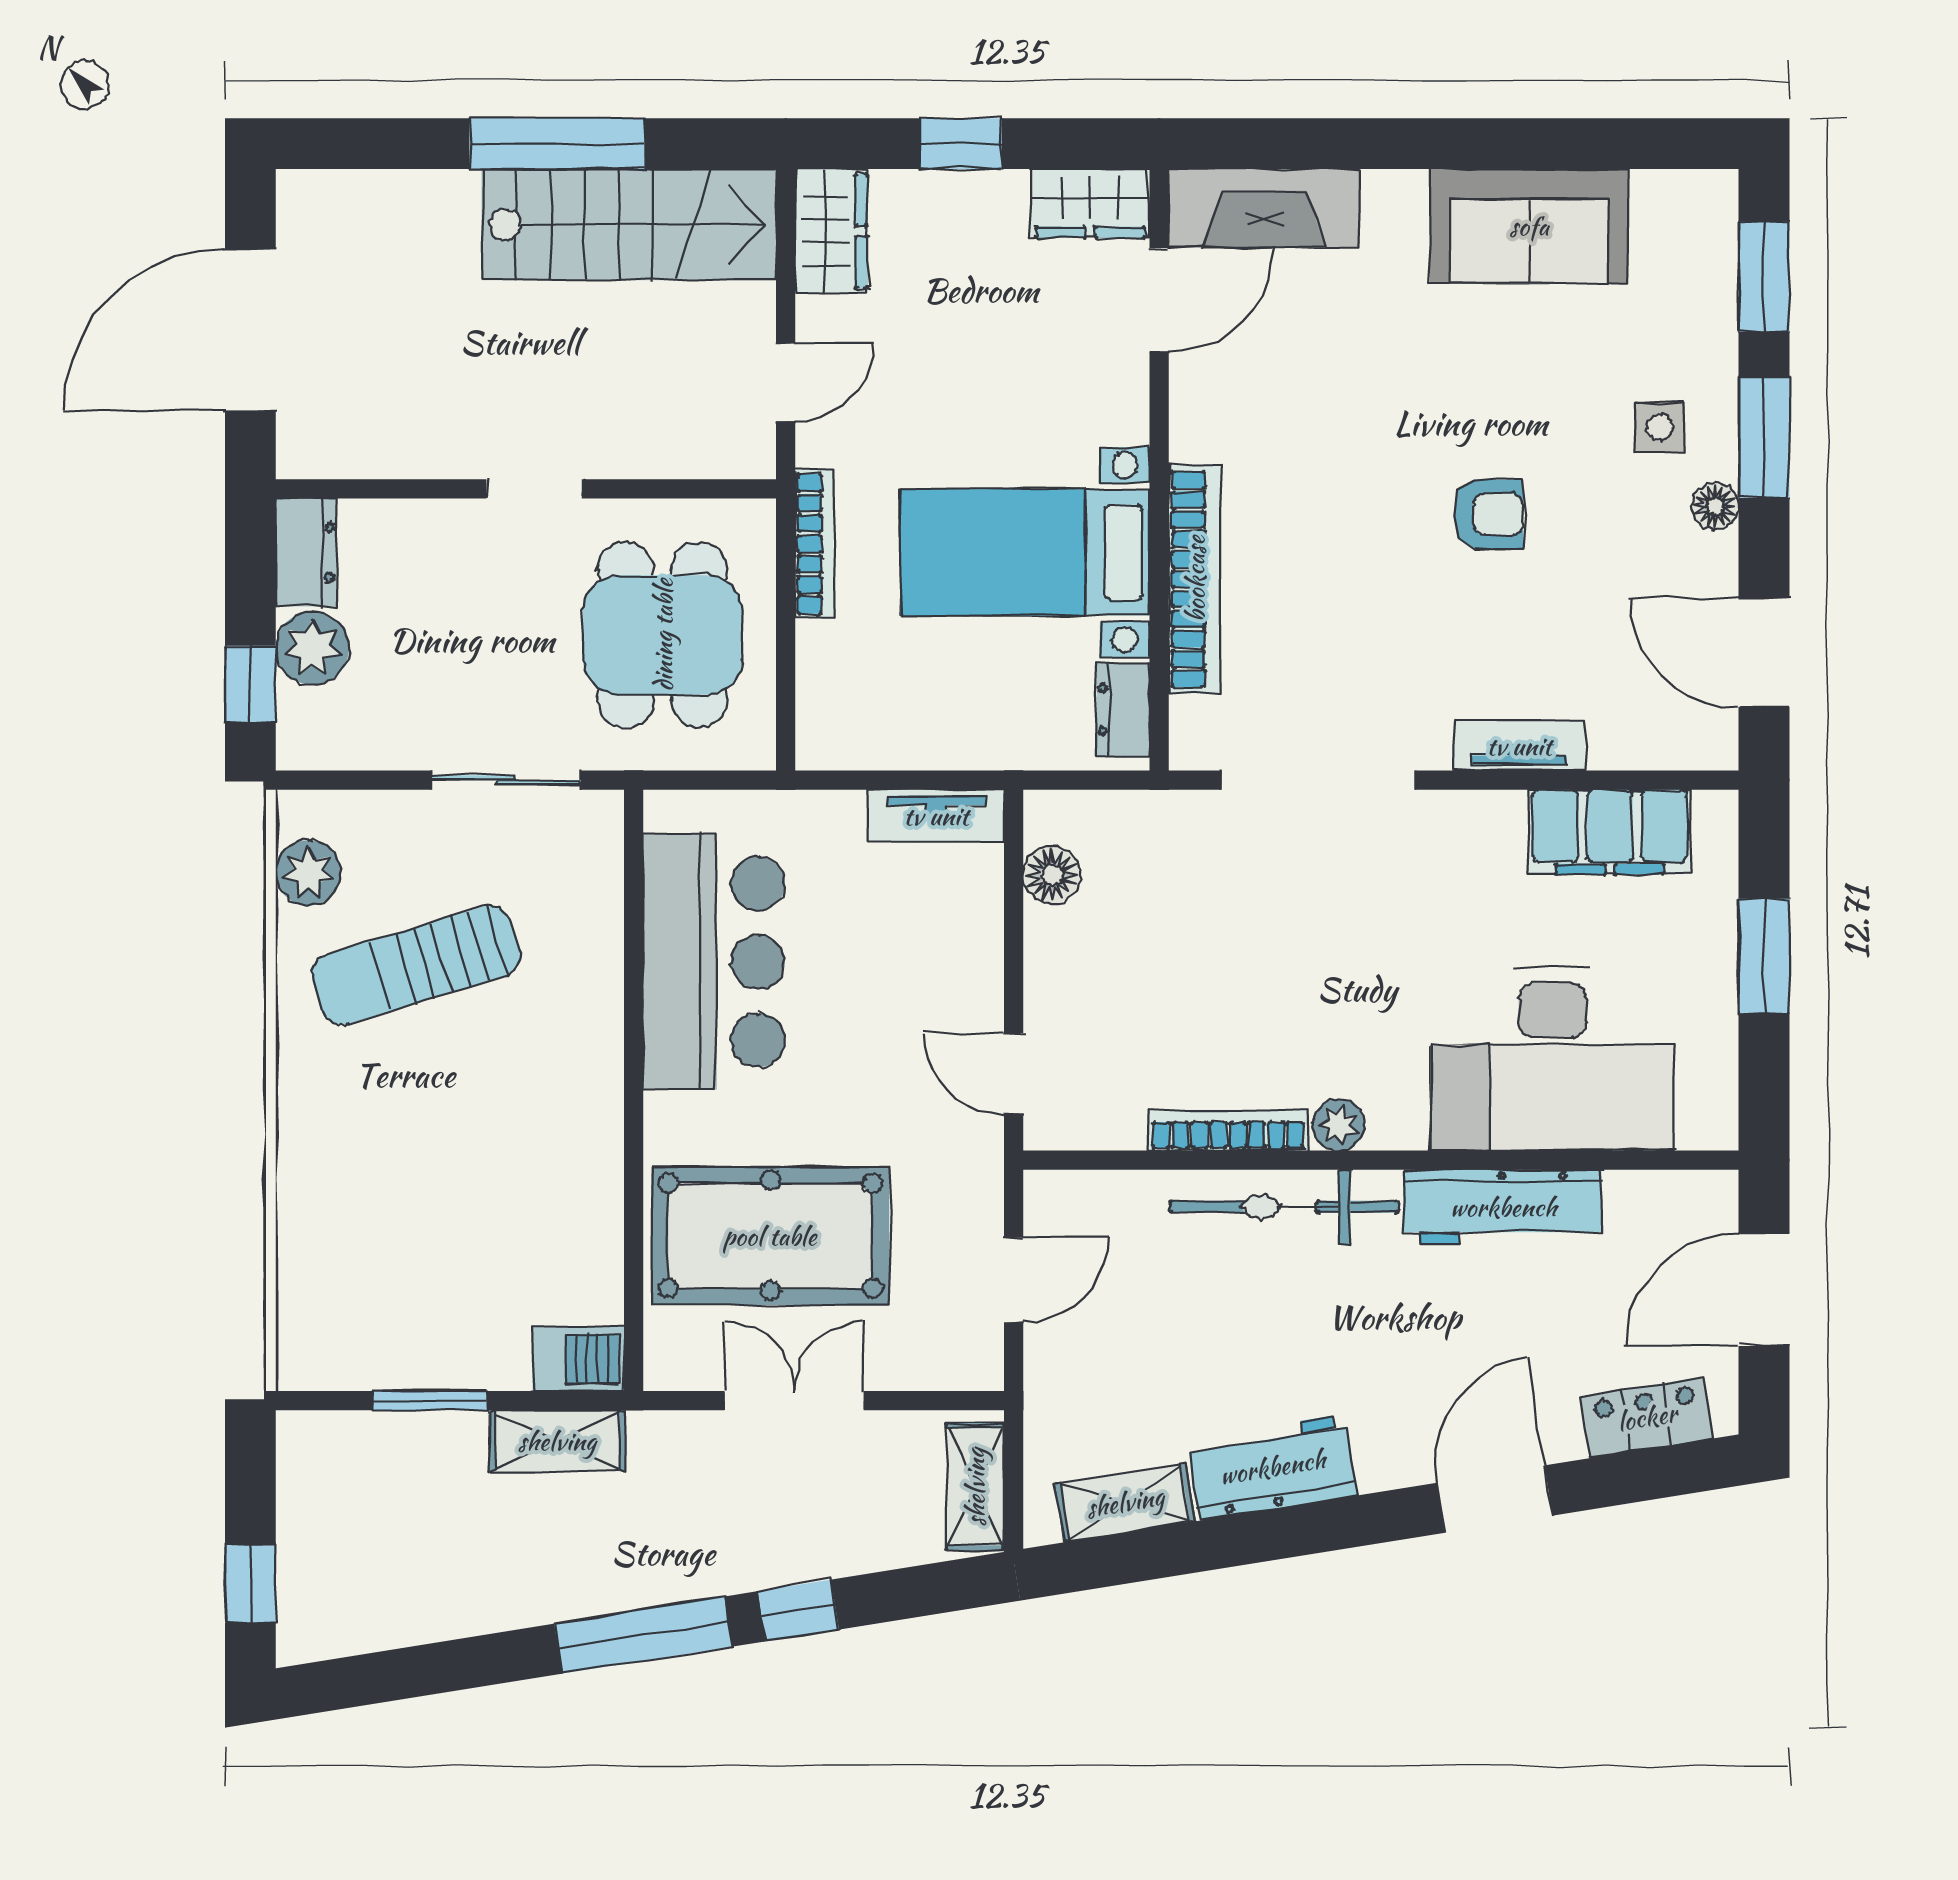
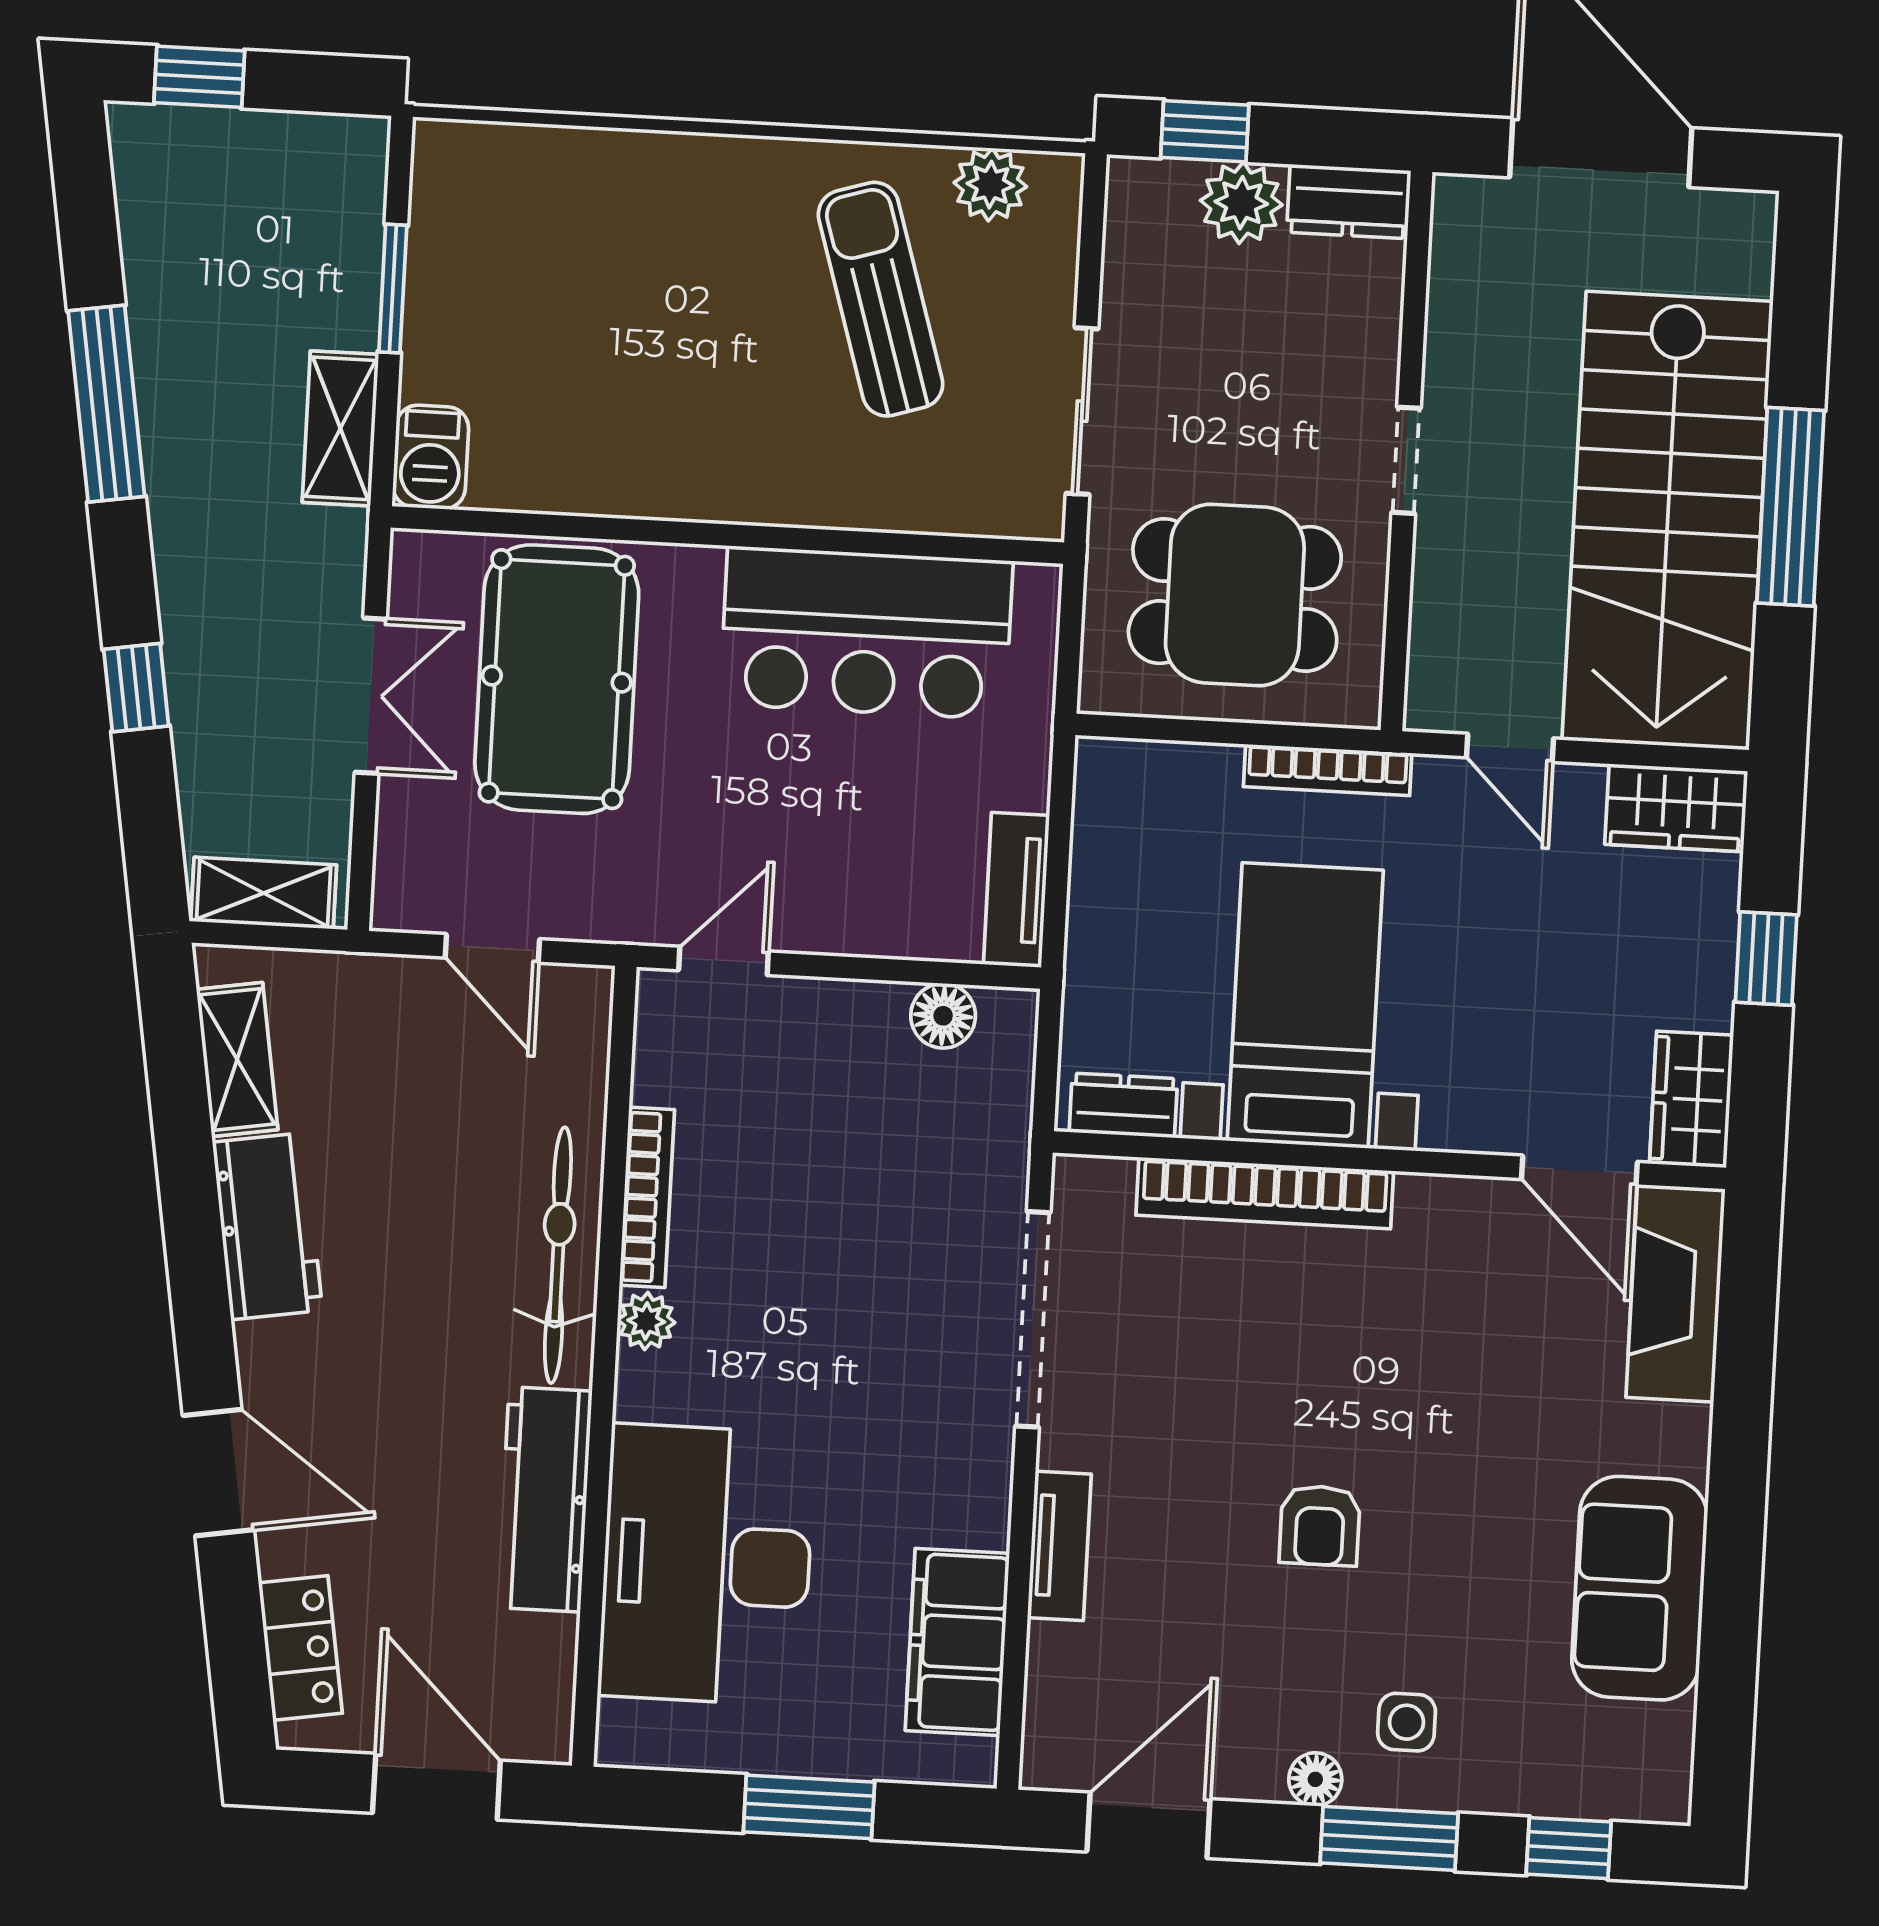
stairs: (629, 224) -> (1668, 521), width x1.36, depth x1.51
window: (1764, 277) -> (1569, 1848), width x0.67
window: (643, 1635) -> (106, 404), moved

